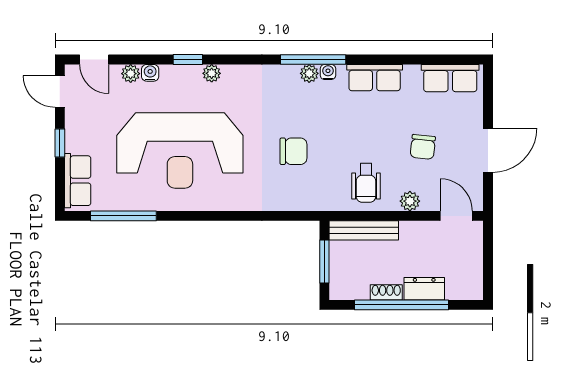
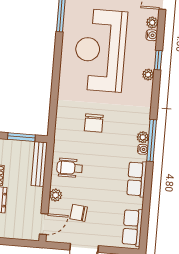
chair: (423, 147) -> (79, 213), moved

